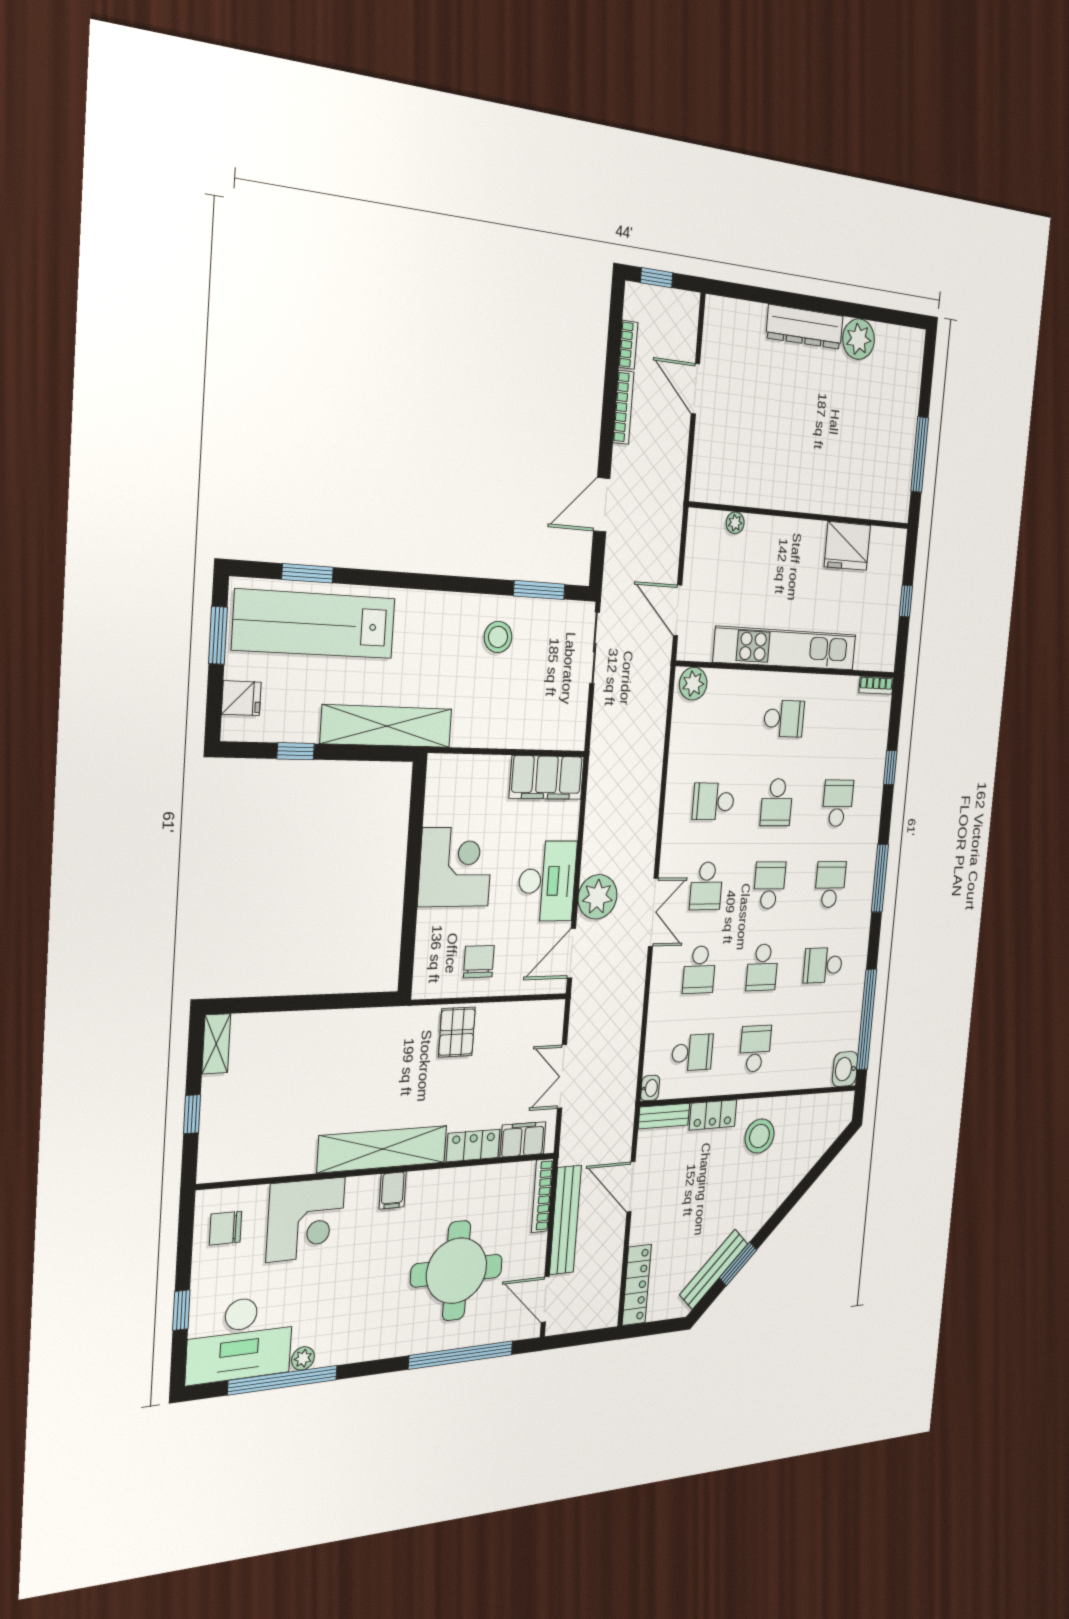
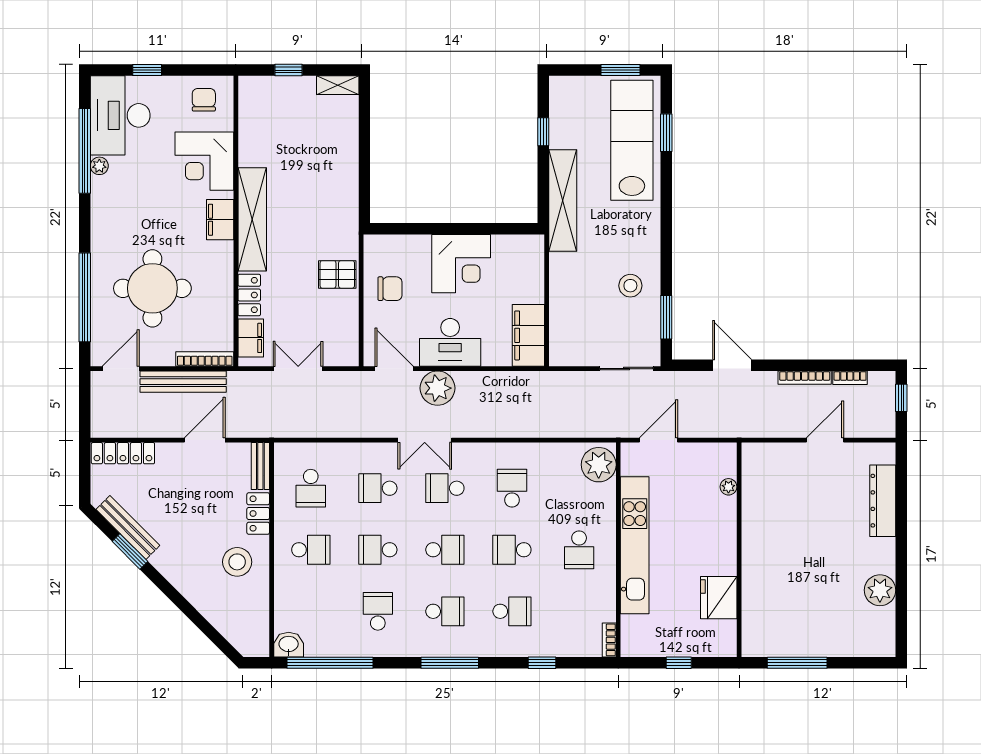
dresser: (805, 327) -> (883, 501), moved
plant: (693, 684) -> (599, 465), width x1.36, depth x1.36
fridge: (241, 698) -> (579, 89), removed
washbasin: (650, 1088) -> (284, 451), removed
filing cabinet: (393, 1190) -> (220, 220), width x2.00

